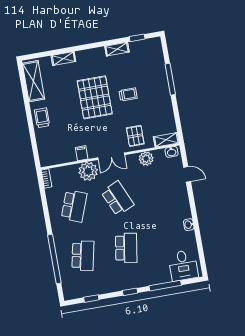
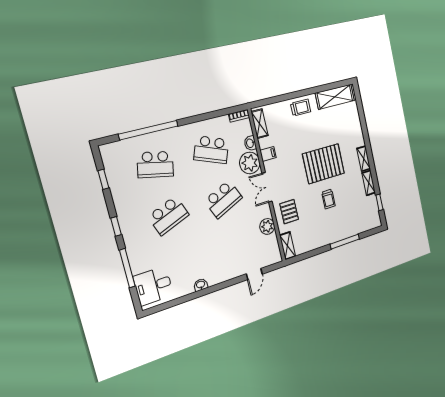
shelving: (63, 59) -> (364, 159), moved
pallet: (135, 136) -> (289, 212), turned 90
washbasin: (172, 152) -> (250, 143), moved
shelving: (54, 159) -> (260, 124), added
school desk: (126, 248) -> (168, 216), turned -30

